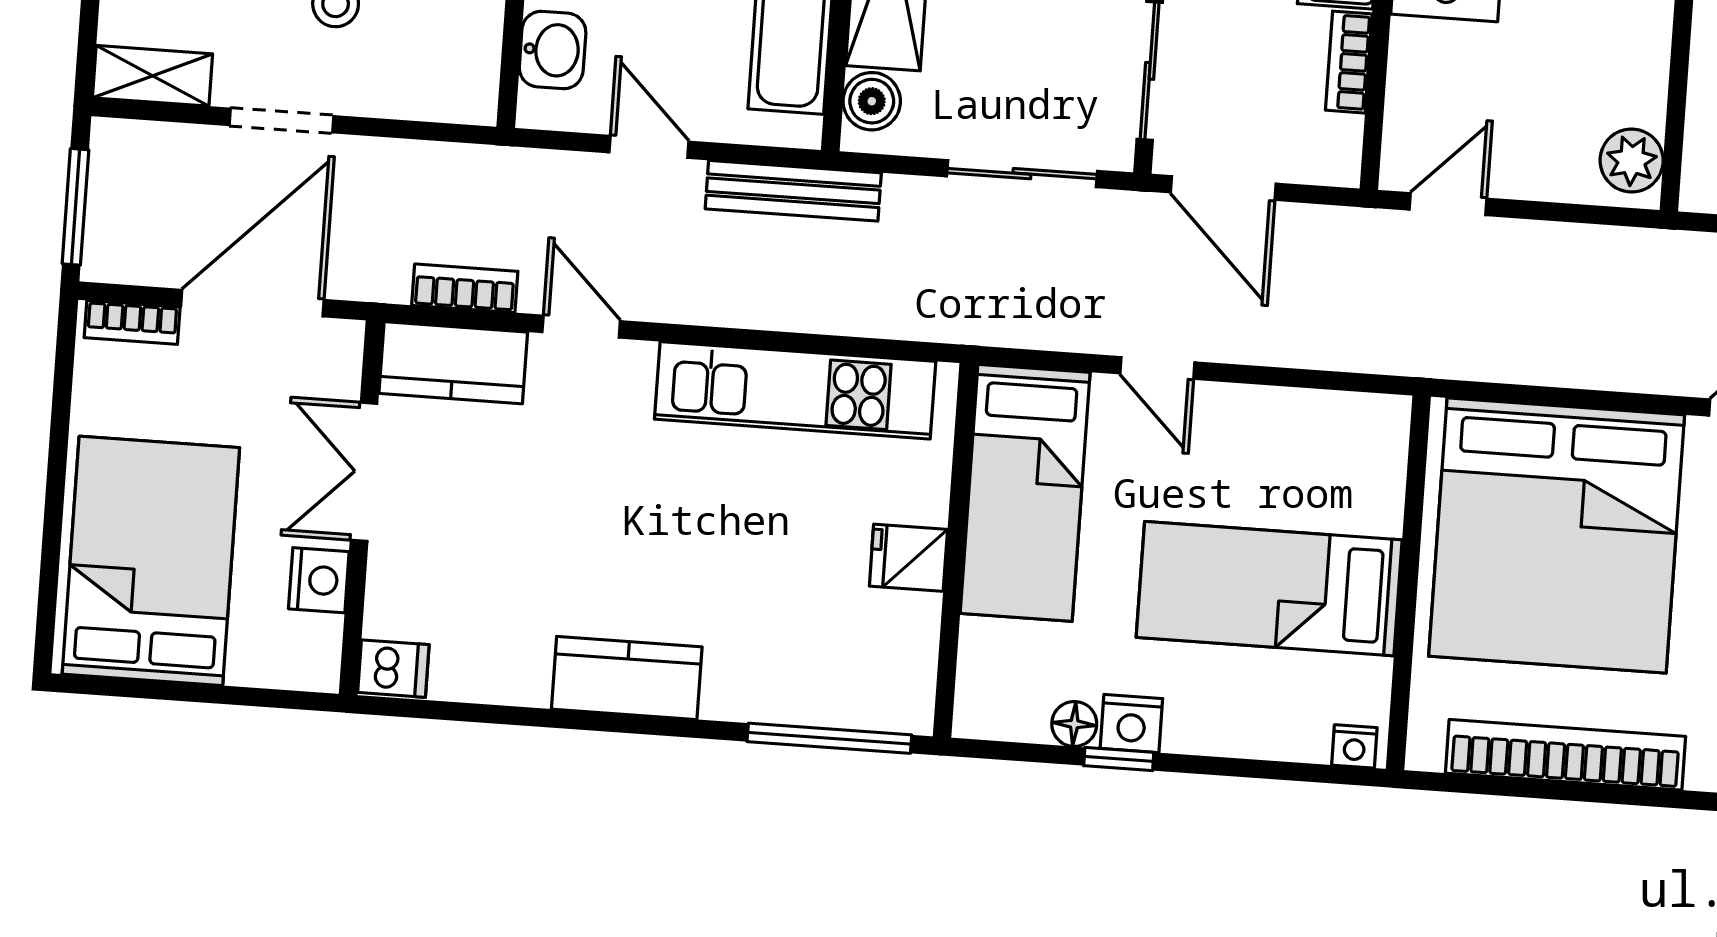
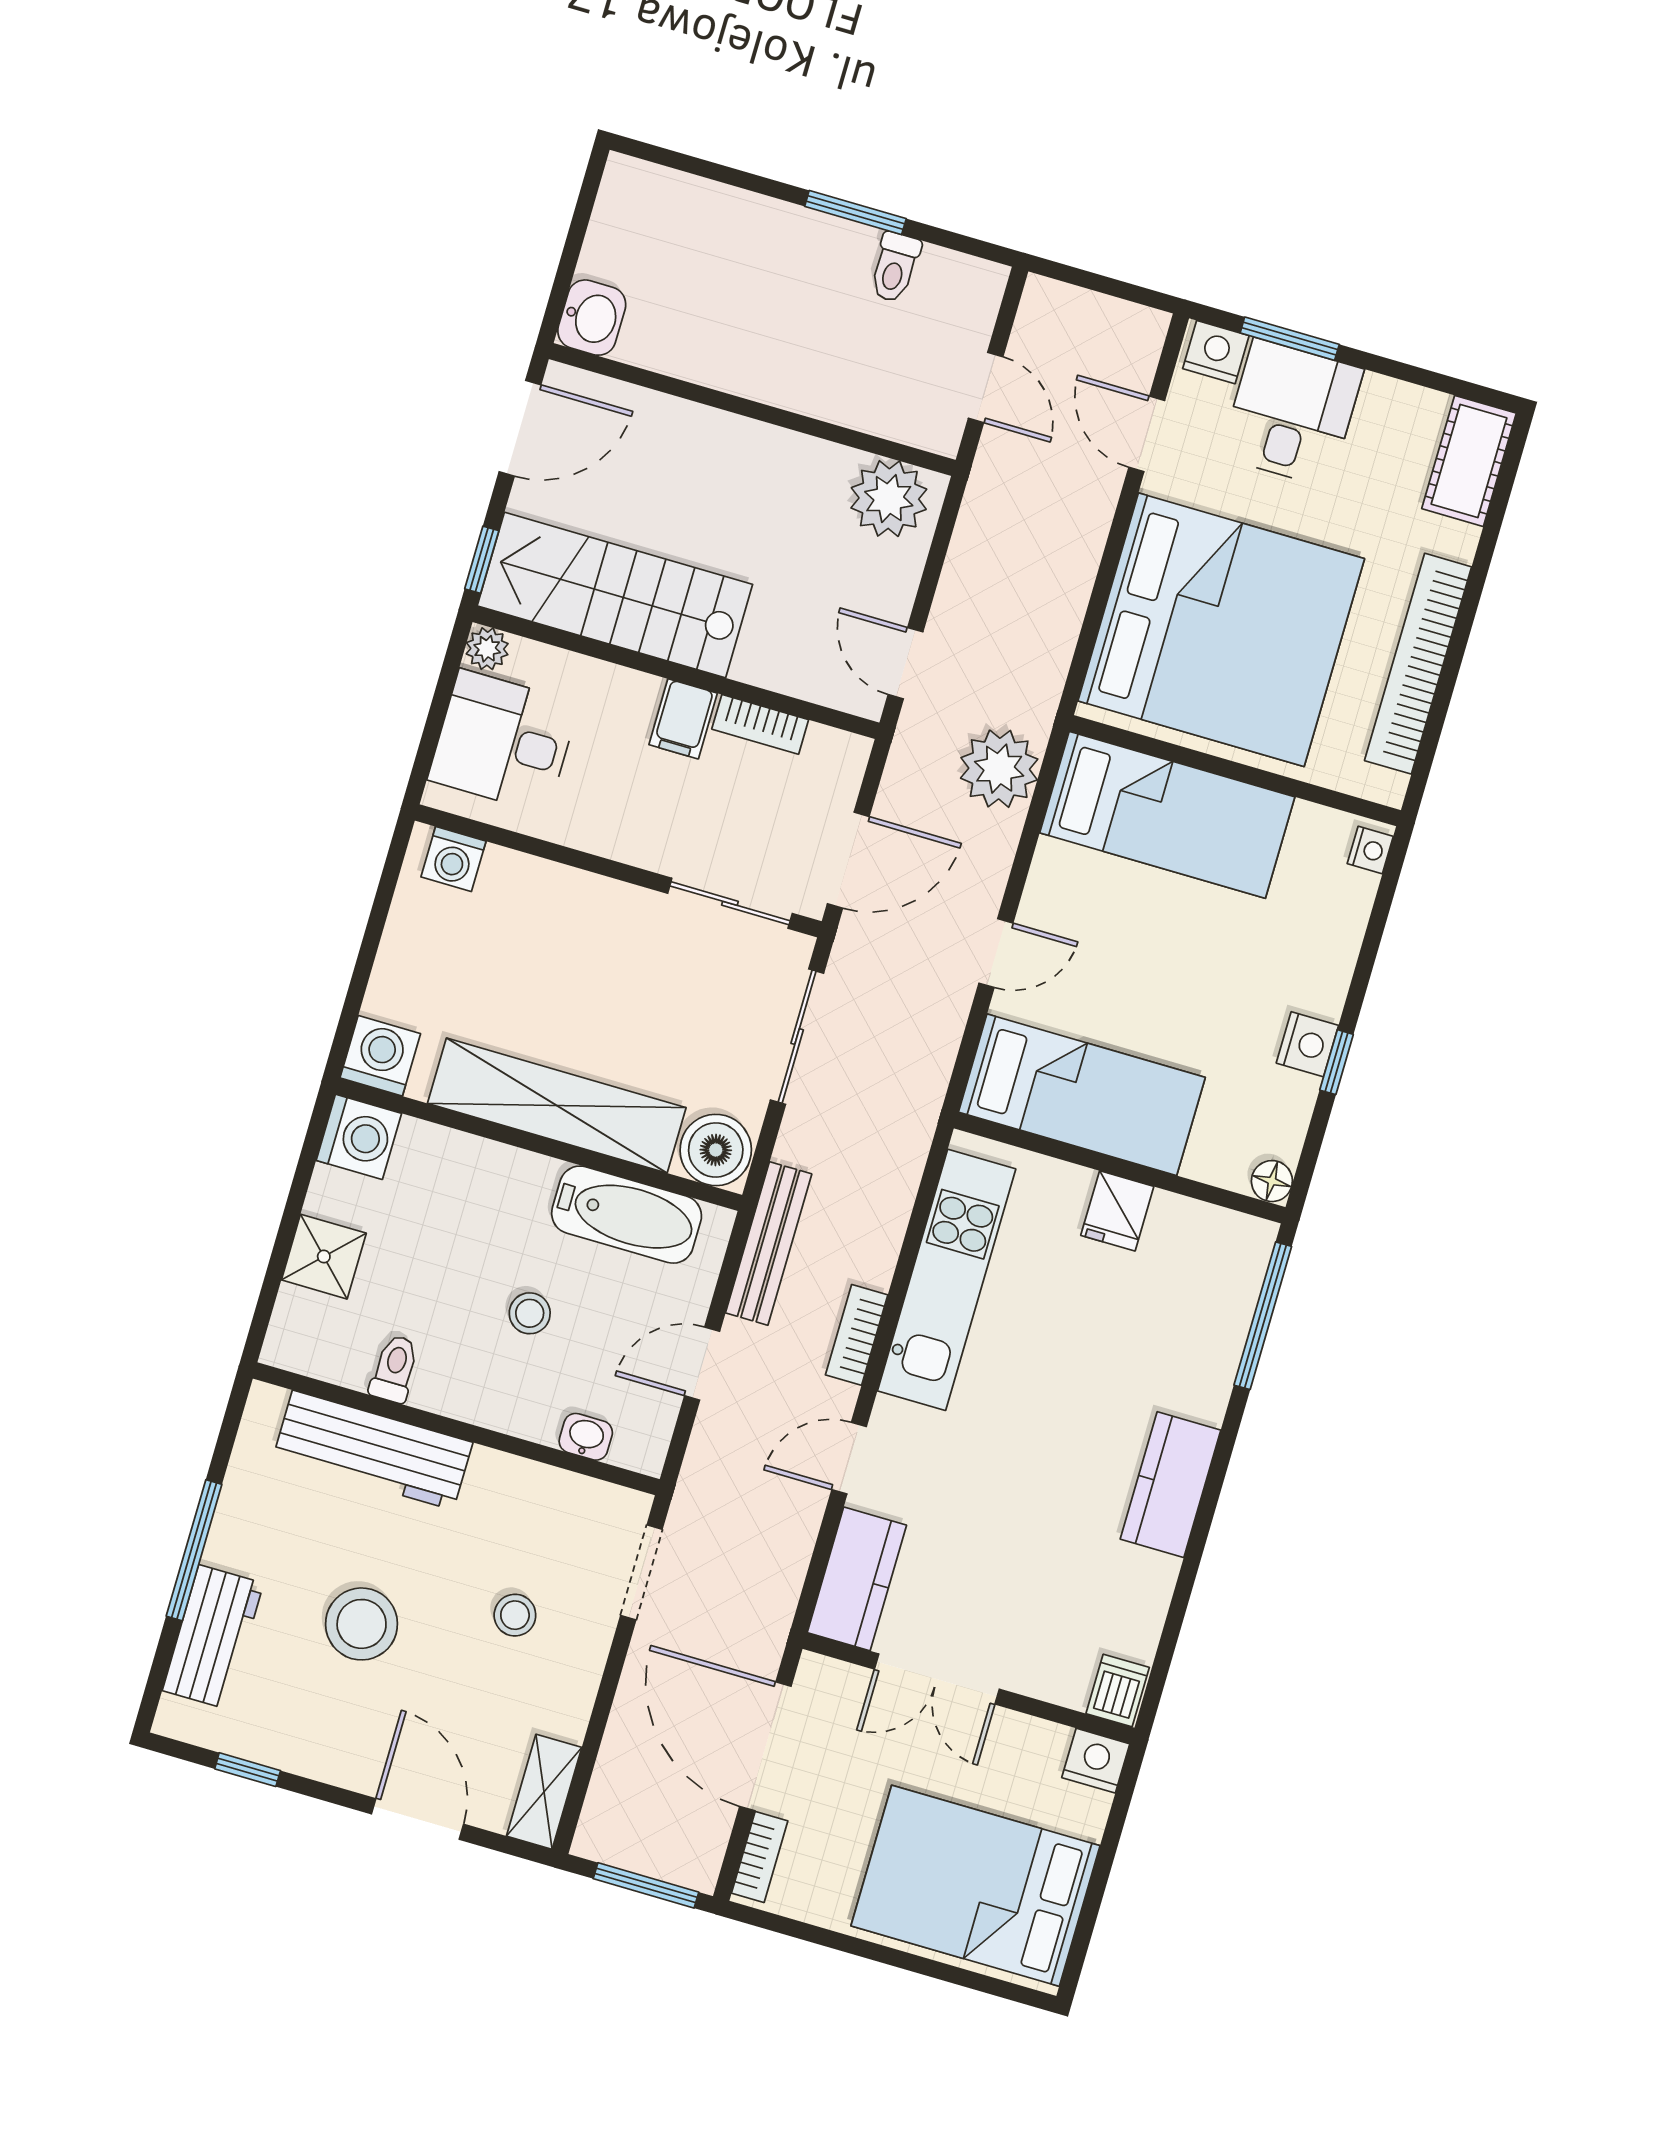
washbasin: (553, 50) -> (586, 1437), width x0.72, depth x0.69
boiler: (872, 101) -> (716, 1150), width x1.36, depth x1.36
doorway: (281, 121) -> (641, 1572), moved
plant: (1632, 161) -> (889, 499), width x1.36, depth x1.36
bookcase: (465, 288) -> (857, 1335), moved
plant: (1356, 329) -> (999, 769), added
nightstand: (319, 580) -> (1096, 1761), moved
bed: (1269, 589) -> (1167, 815), moved, turned -90
floor lamp: (1074, 724) -> (1272, 1181), moved

